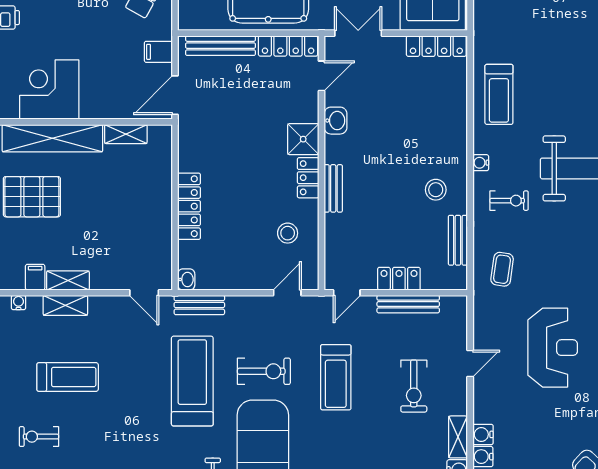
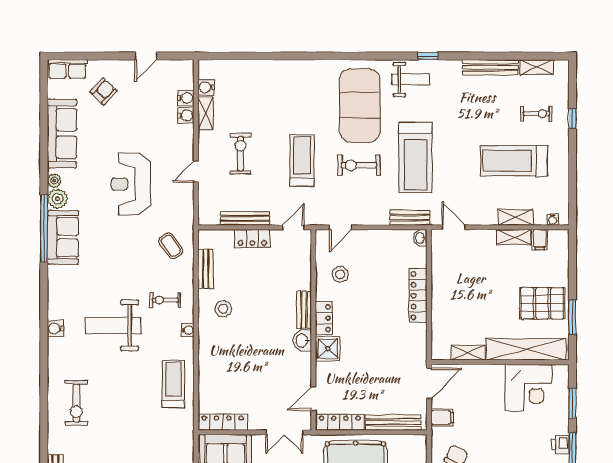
washbasin: (336, 121) -> (302, 341), moved
coffee table: (502, 269) -> (171, 246), turned -45
treadmill: (68, 377) -> (514, 161), width x1.37, depth x1.38

